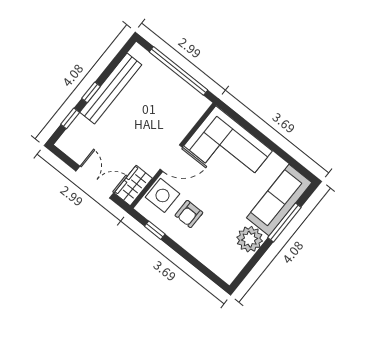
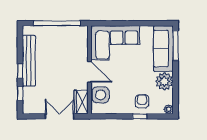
door: (171, 158) -> (89, 72), hinge flipped
armchair: (189, 214) -> (142, 101), moved, turned 180
window: (284, 222) -> (176, 46), moved
window: (155, 230) -> (140, 116), moved
plant: (228, 276) -> (168, 109), added

